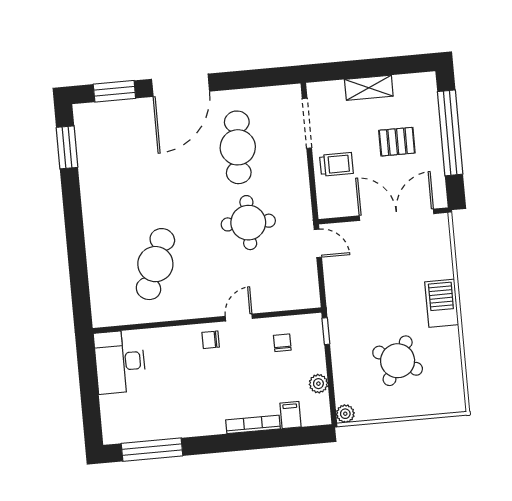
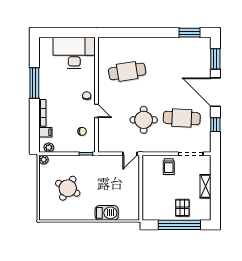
window: (245, 79) -> (215, 125), added
pallet: (397, 142) -> (182, 208), moved
double door: (397, 215) -> (141, 194), removed
cafe table: (155, 264) -> (127, 71), turned -30
barbecue: (442, 303) -> (107, 213), moved
desk: (120, 362) -> (74, 53), width x1.36, depth x1.30
plant: (318, 384) -> (49, 148), moved
window: (152, 450) -> (34, 83), moved

